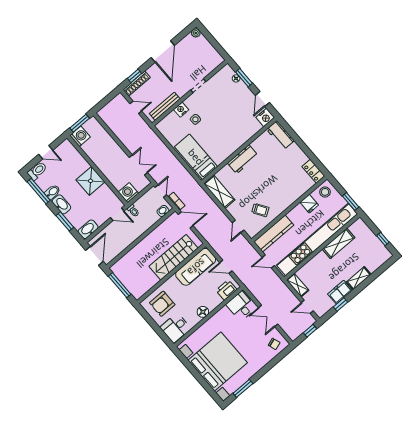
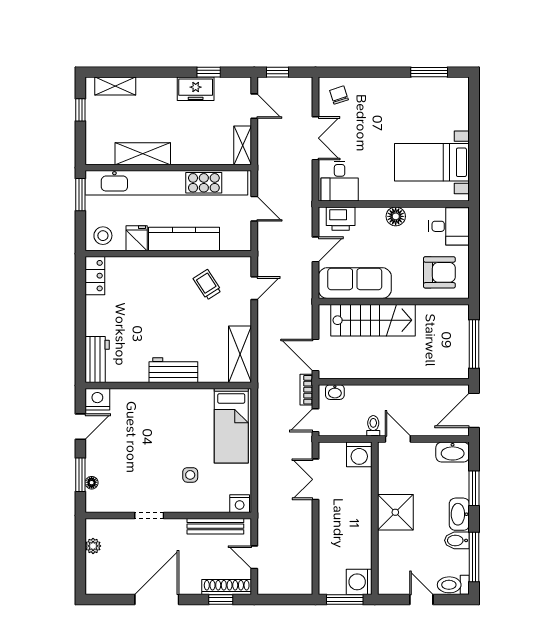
plant: (196, 33) -> (93, 546), moved
nightstand: (181, 110) -> (240, 504), moved
kitchen counter: (274, 234) -> (184, 239), moved
door: (226, 267) -> (315, 249), hinge flipped
shelving: (359, 278) -> (115, 86), moved
bed with nightstands: (218, 361) -> (432, 162), width x0.54

